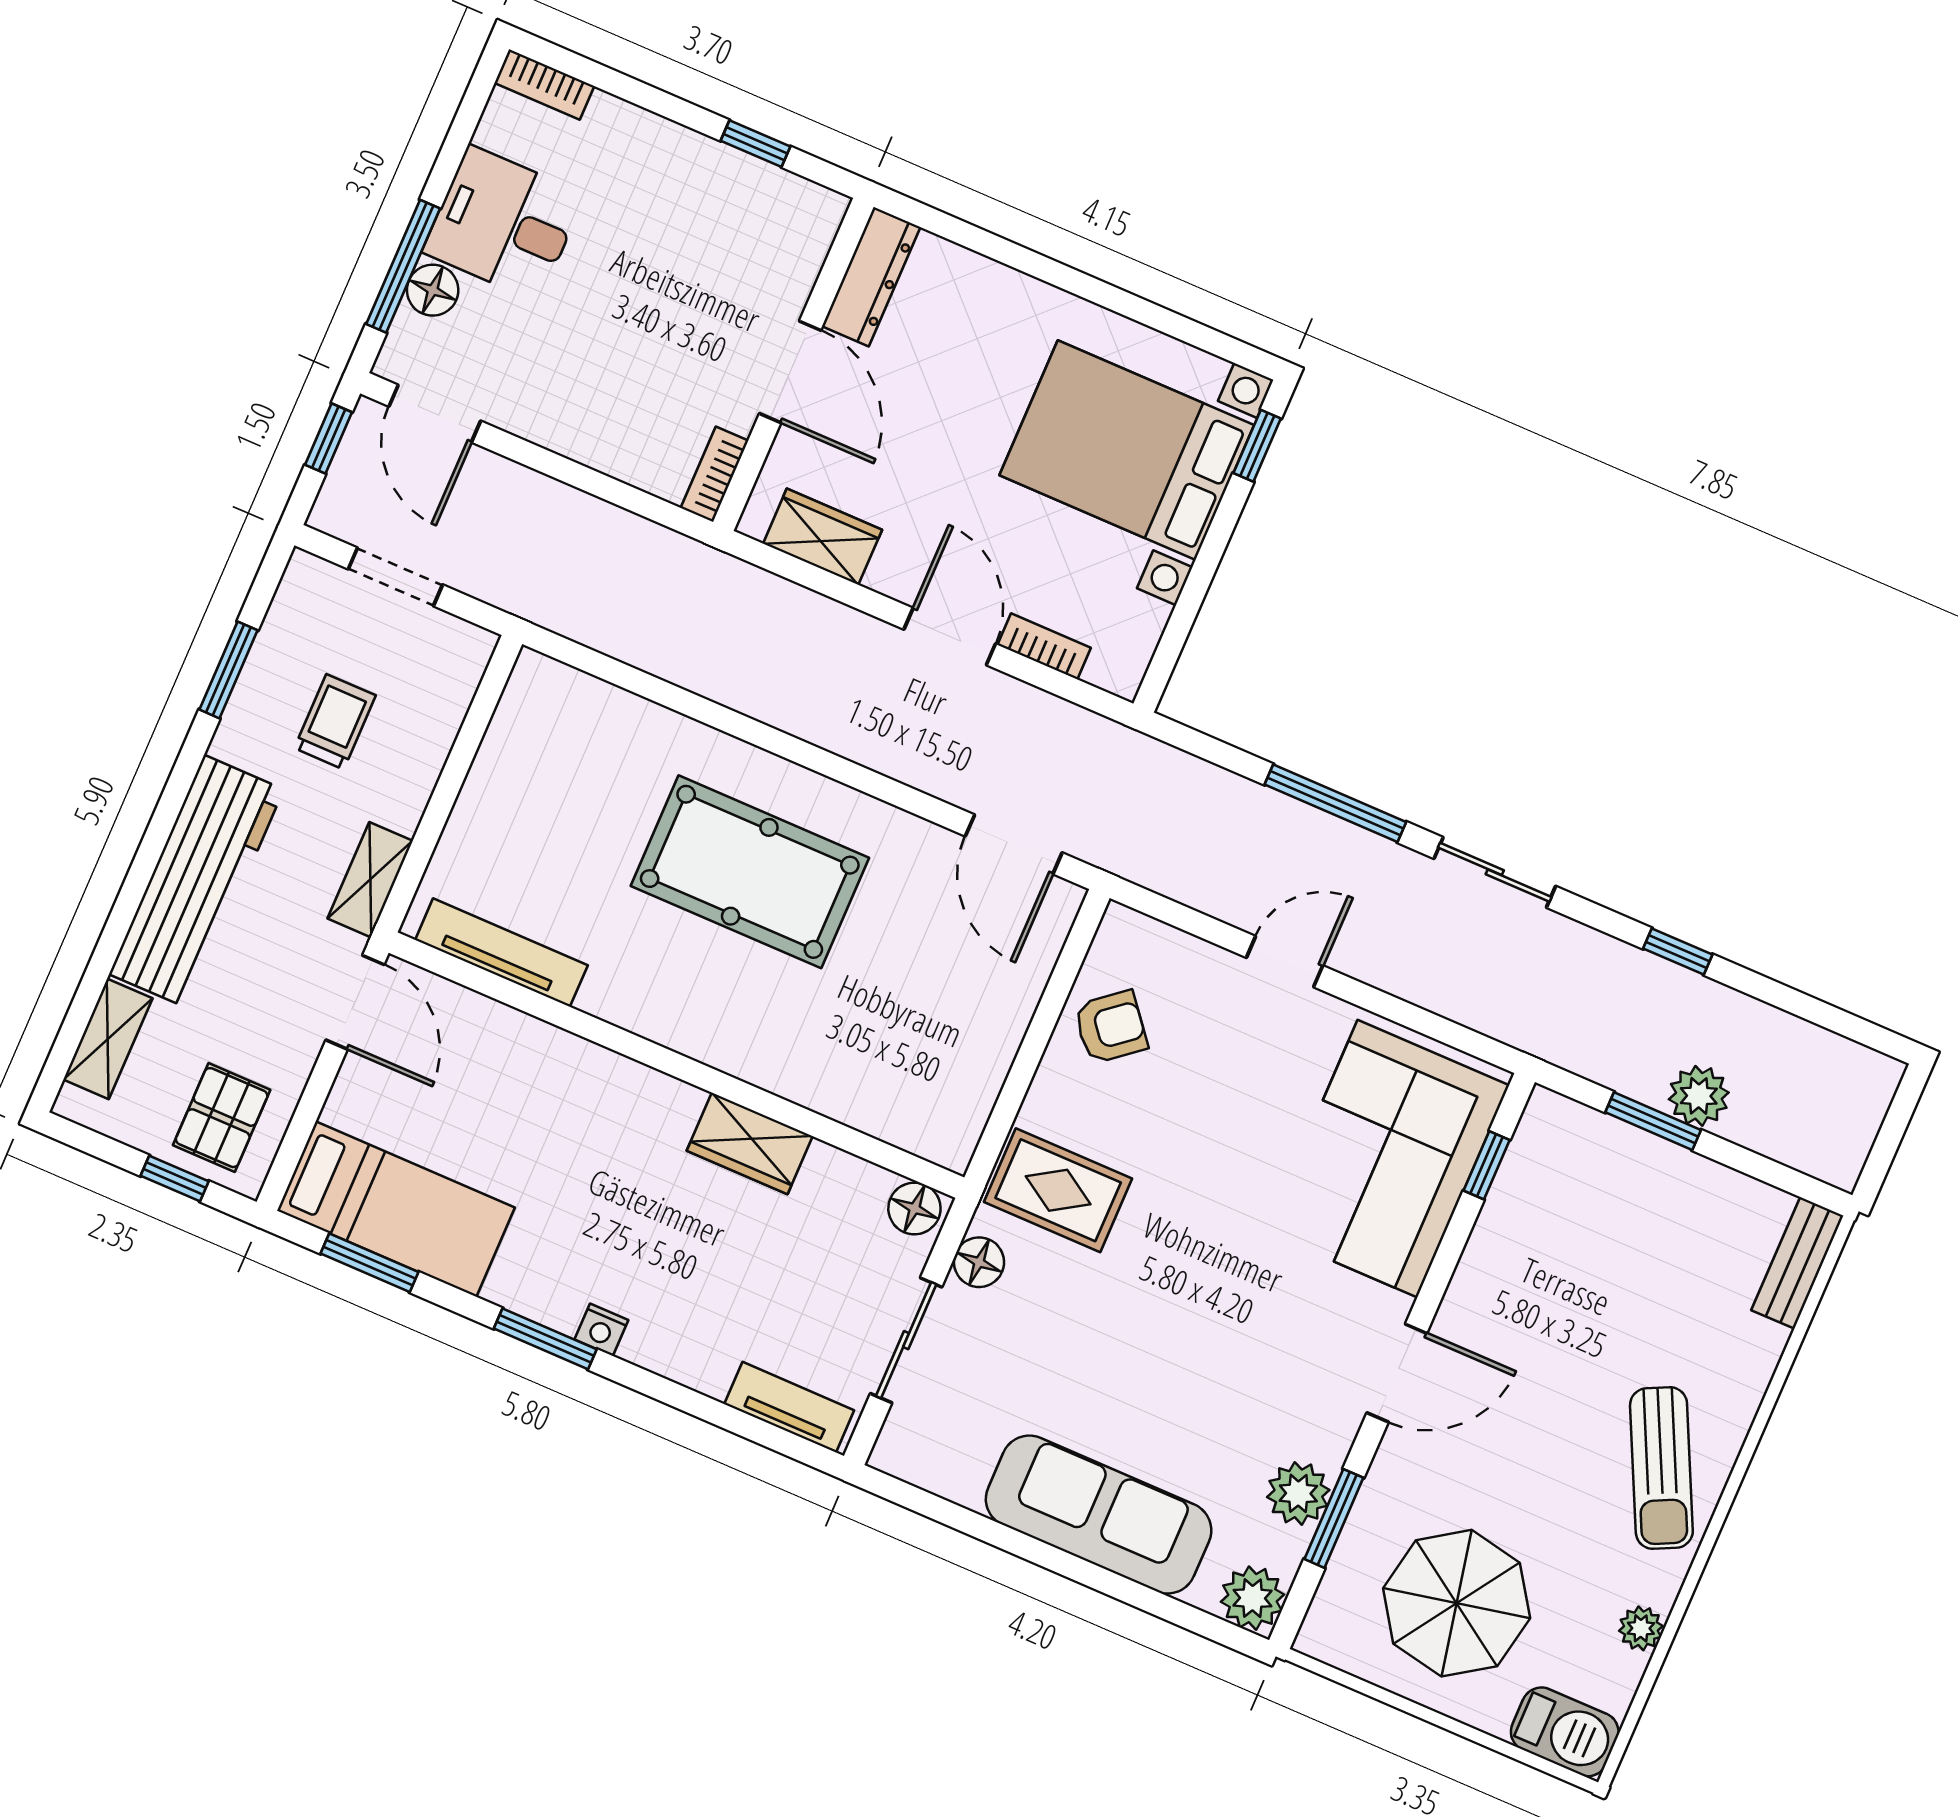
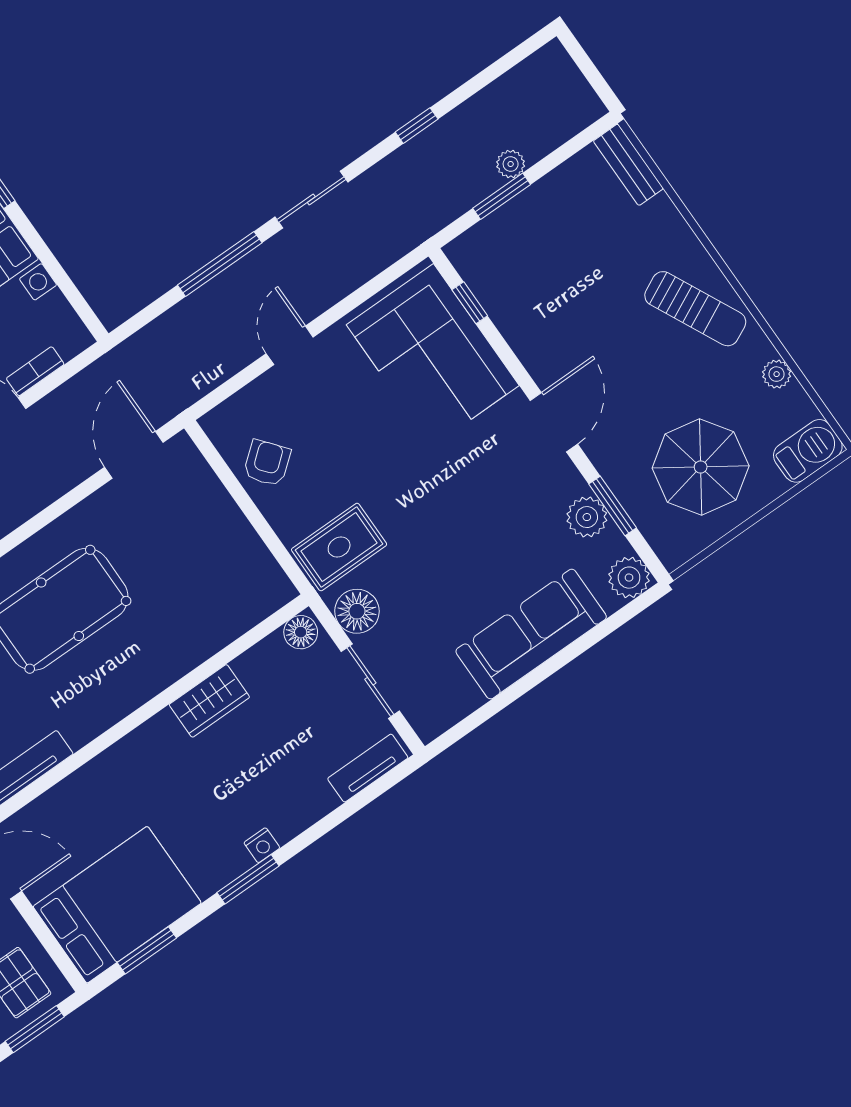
door: (1014, 844) -> (134, 455), swing flipped
plant: (1699, 1096) -> (511, 164), width x0.73, depth x0.73
window: (175, 1179) -> (35, 1029), width x1.50
bed: (396, 1209) -> (117, 905), width x1.50
floor lamp: (979, 1262) -> (357, 611), width x1.38, depth x1.38

